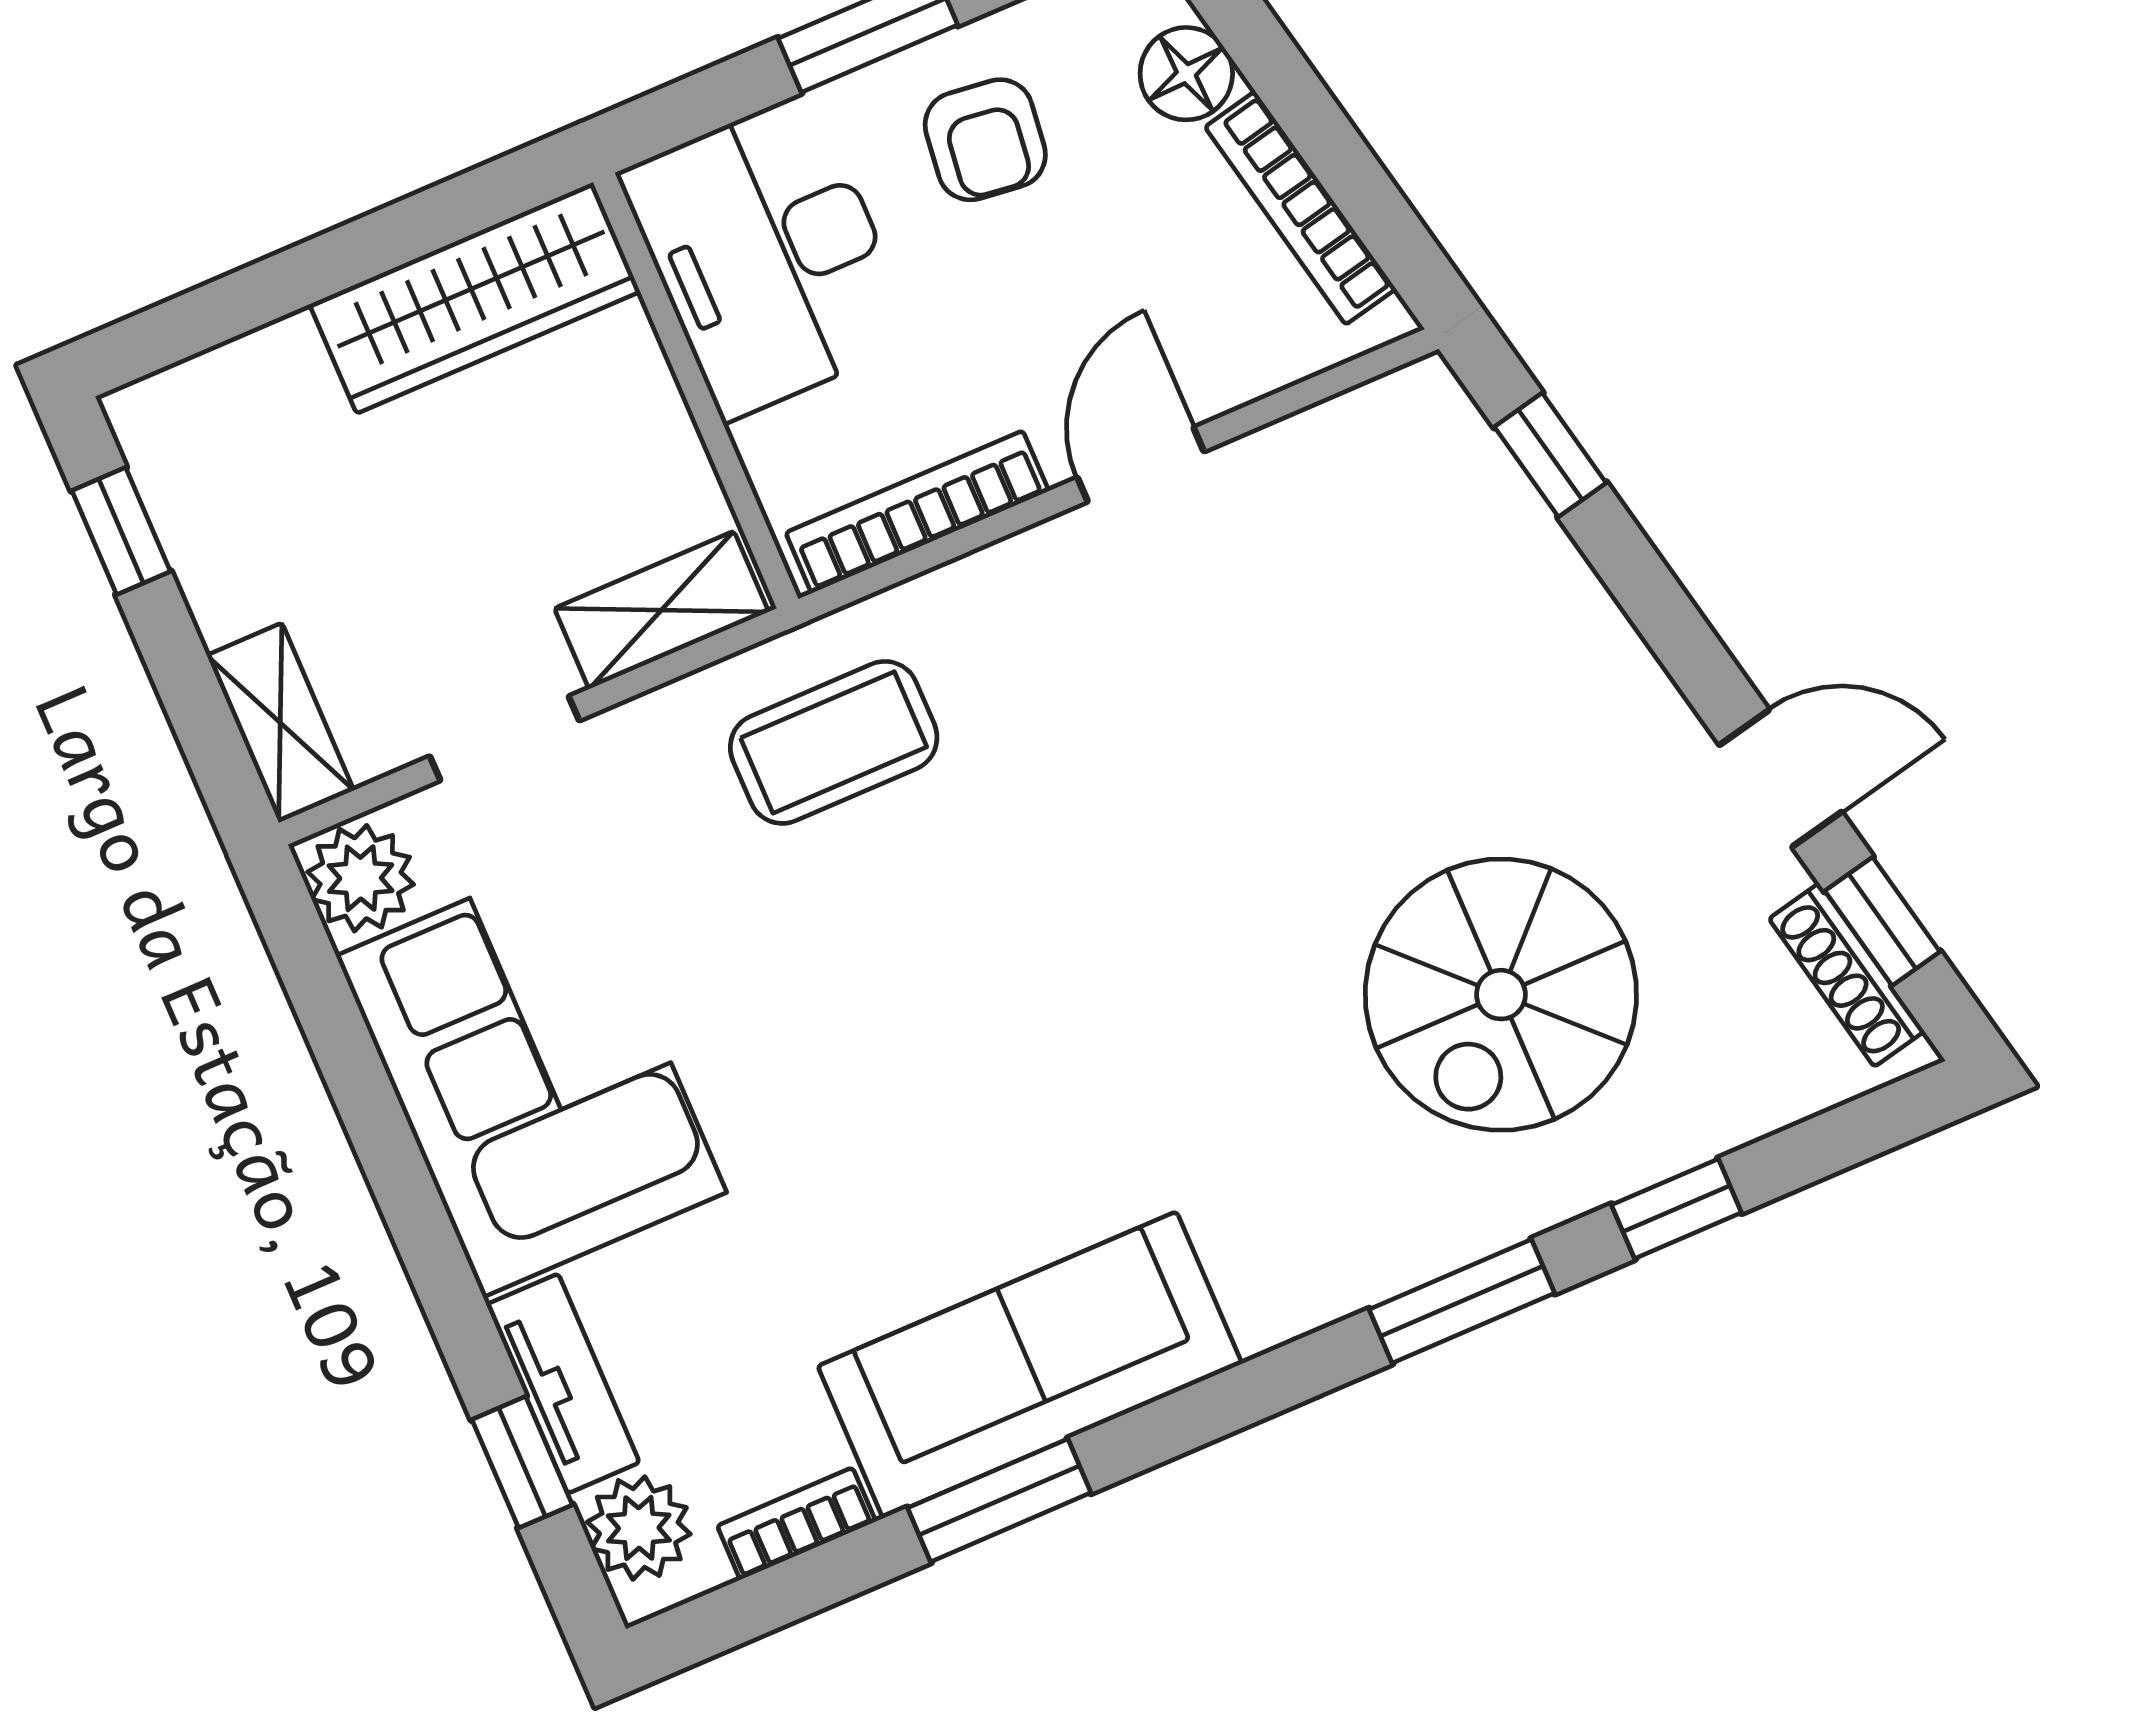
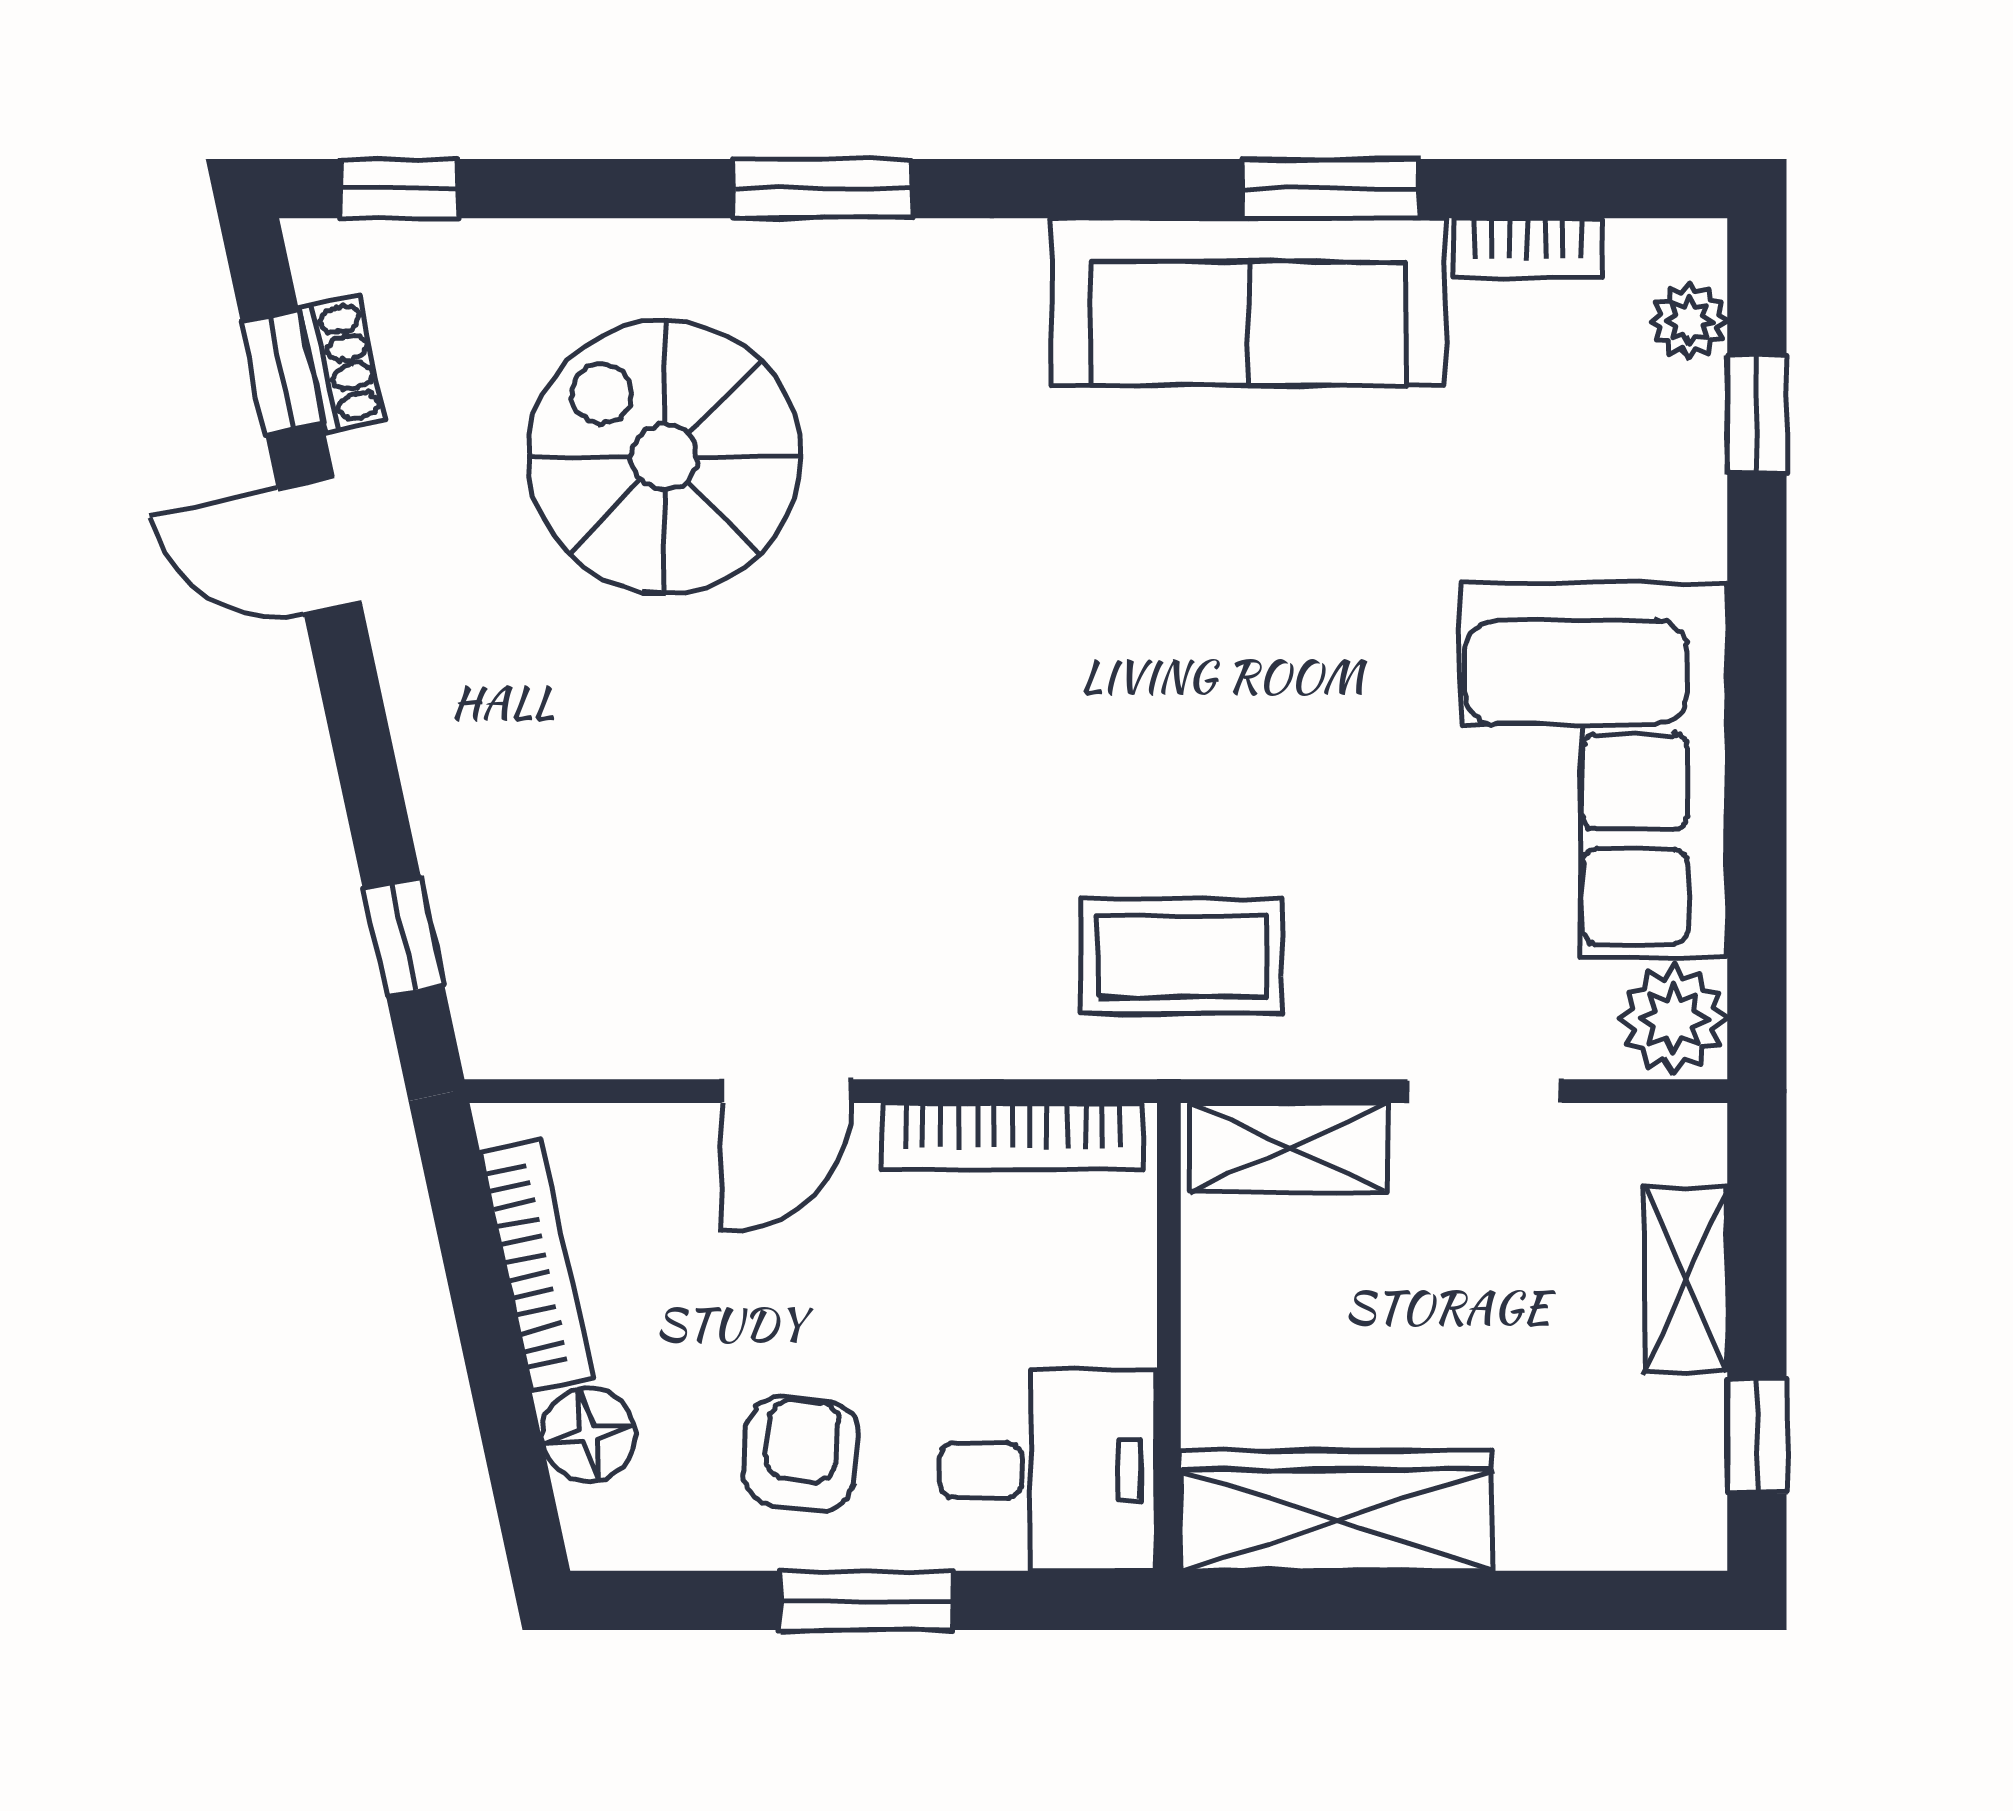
desk: (768, 256) -> (1048, 1470), width x0.73
shelving: (280, 723) -> (1686, 1279), moved
shoe rack: (1847, 975) -> (342, 364), width x0.70
spiral stairs: (1501, 995) -> (664, 457), turned -90
window: (1676, 1209) -> (399, 189), moved
tv unit: (563, 1384) -> (1688, 471), removed
plant: (639, 1528) -> (1689, 321), width x0.73, depth x0.73

